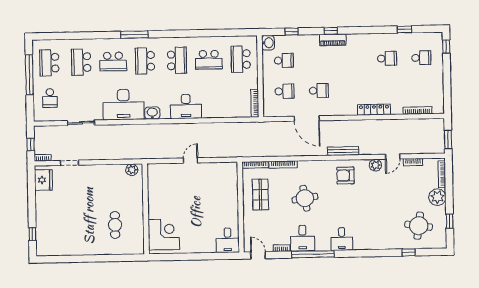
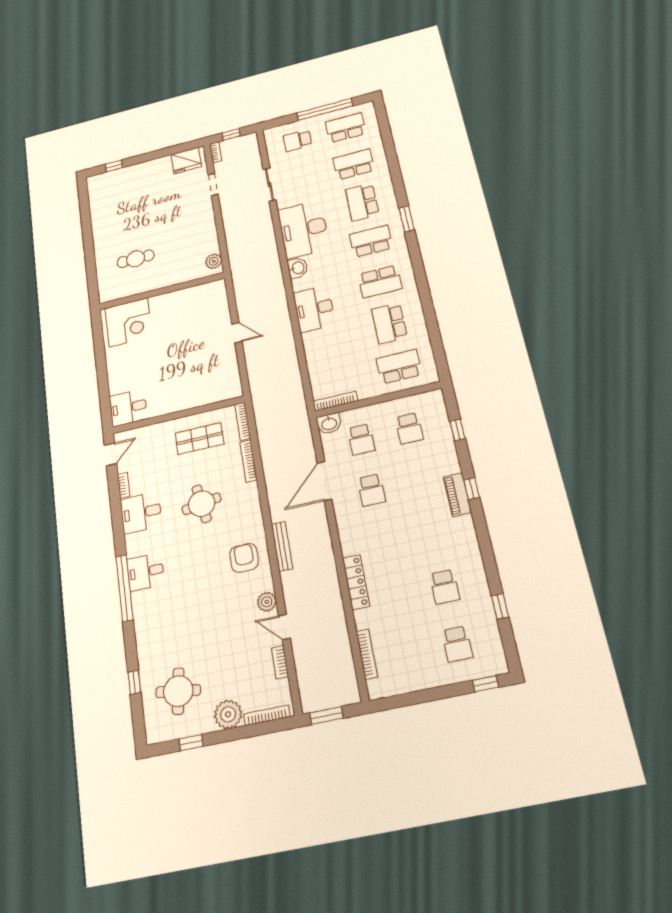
window: (134, 35) -> (407, 219), width x0.69
washbasin: (268, 43) -> (329, 424), moved
window: (313, 254) -> (124, 588), moved

